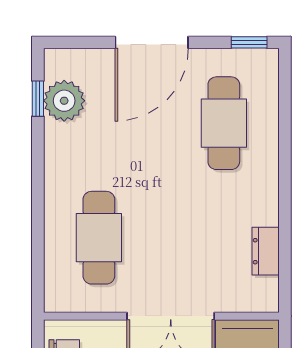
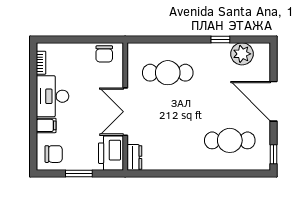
window: (38, 99) -> (220, 40), moved
dresser: (266, 251) -> (134, 157), moved, turned 90

